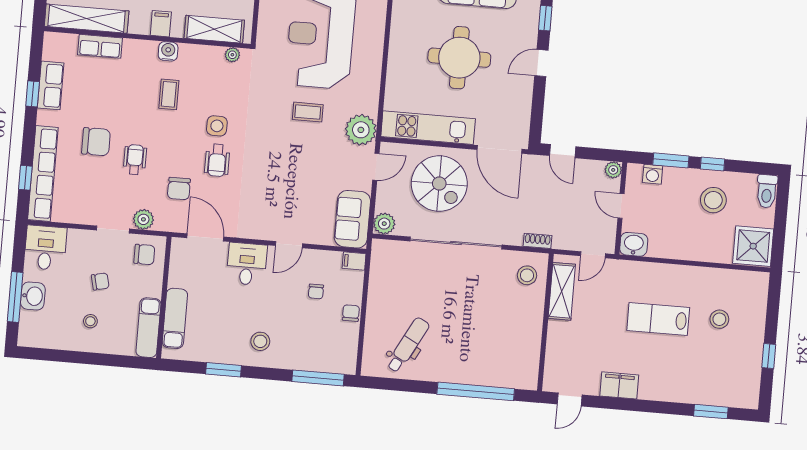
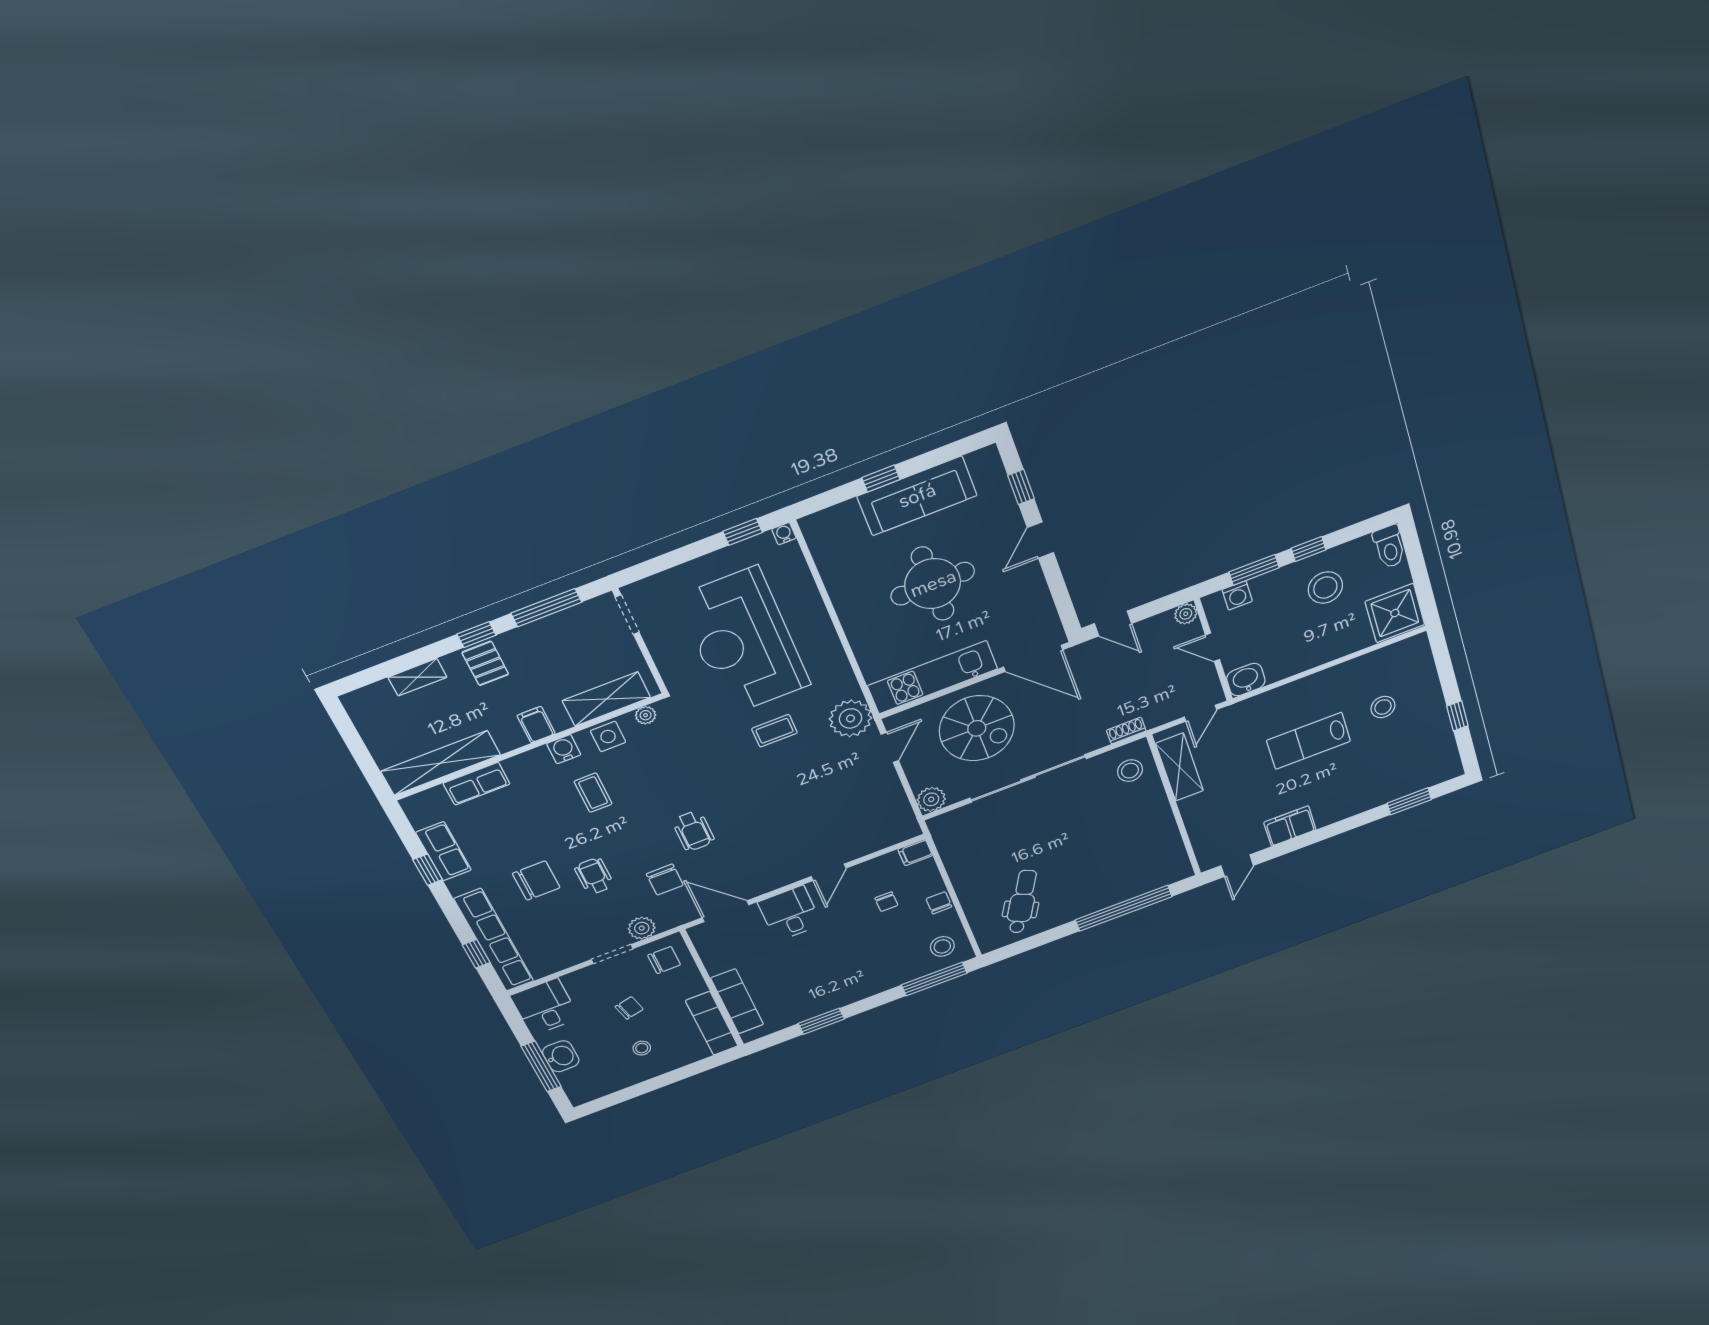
side table: (217, 126) -> (608, 737), moved
sofa: (352, 219) -> (891, 813), removed
stool: (260, 341) -> (942, 946), moved

